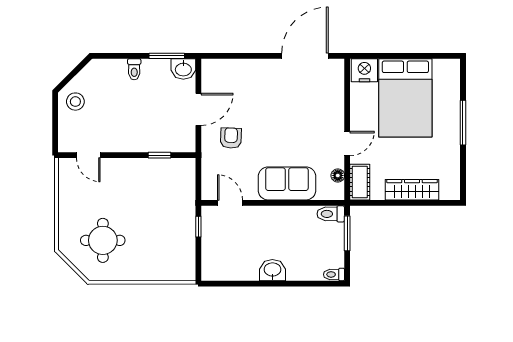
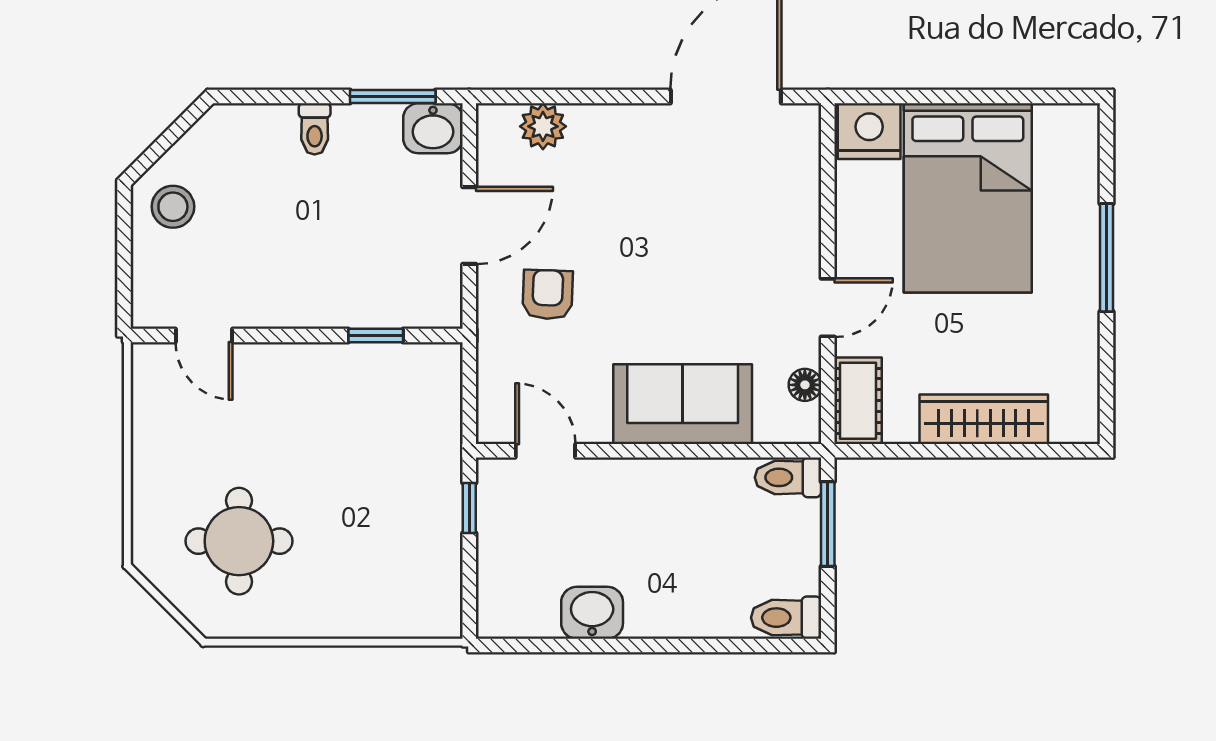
plant: (229, 68) -> (543, 126), added
washbasin: (272, 270) -> (592, 613), moved
toilet: (334, 274) -> (786, 618), width x1.37, depth x1.39

